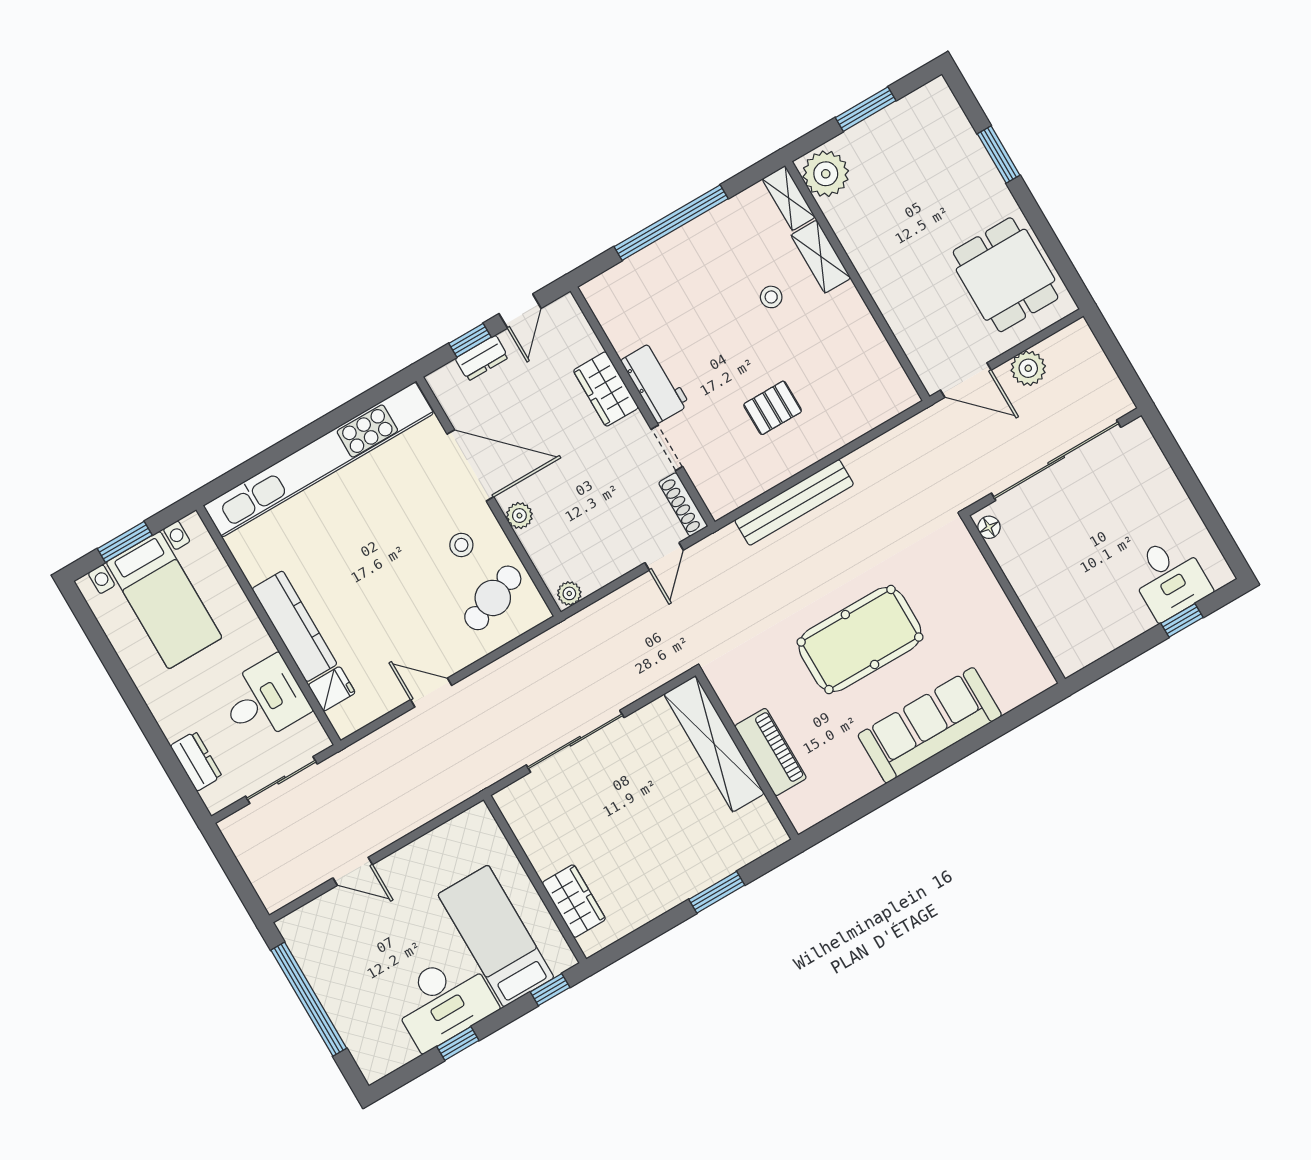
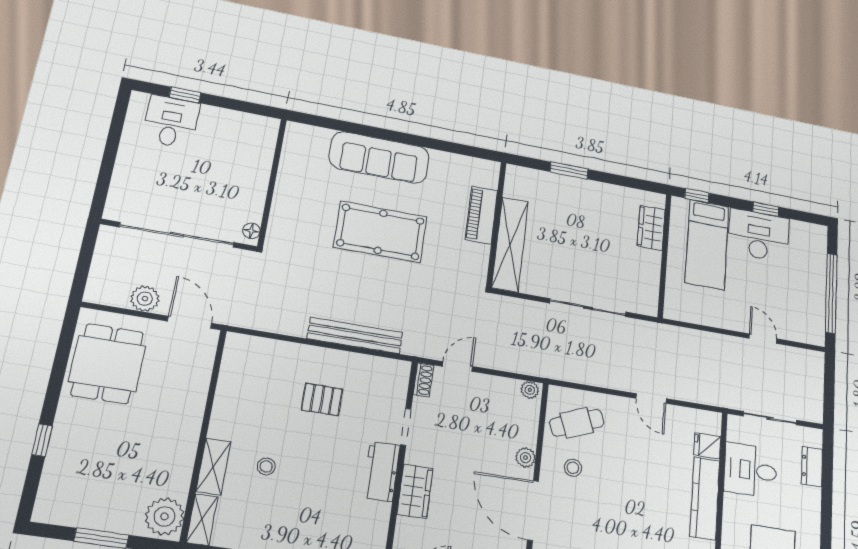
window: (999, 155) -> (42, 440), width x0.67
shoe rack: (683, 504) -> (423, 380), width x0.70

